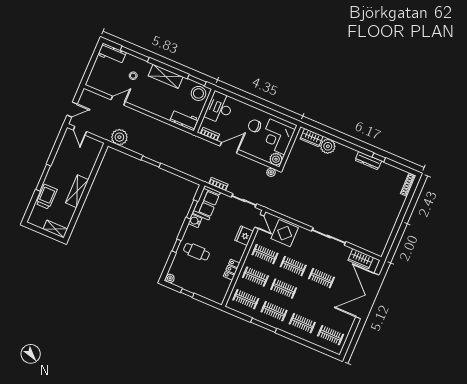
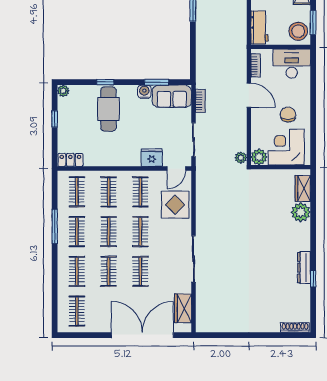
cafe table: (196, 252) -> (108, 109), width x1.37, depth x1.35
locker: (232, 270) -> (70, 160), moved
clothes rail: (312, 301) -> (109, 271), added

